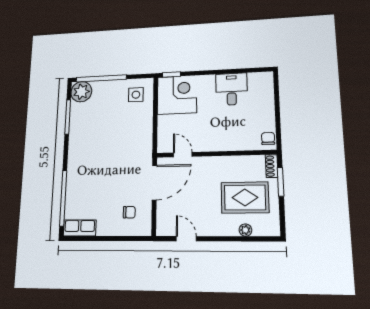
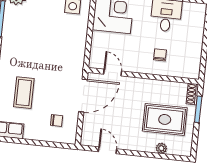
chair: (268, 139) -> (160, 55), moved
coffee table: (94, 187) -> (24, 93), added

